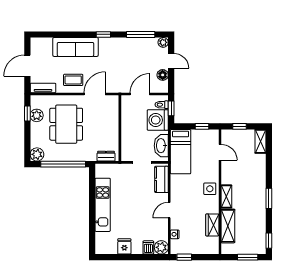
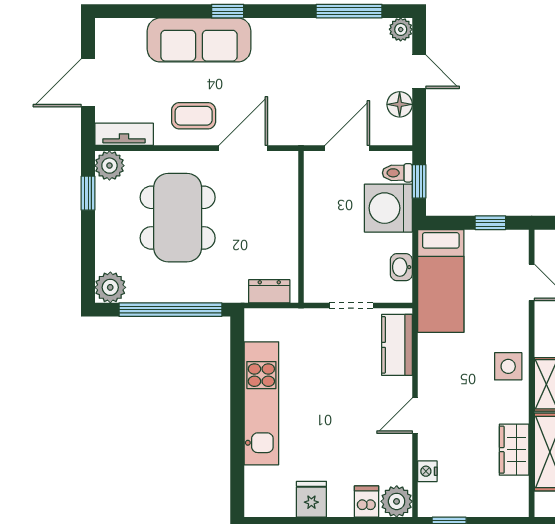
window: (103, 34) -> (228, 11), moved
plant: (37, 115) -> (109, 166), moved
washbasin: (161, 146) -> (401, 267), width x0.52, depth x0.69

